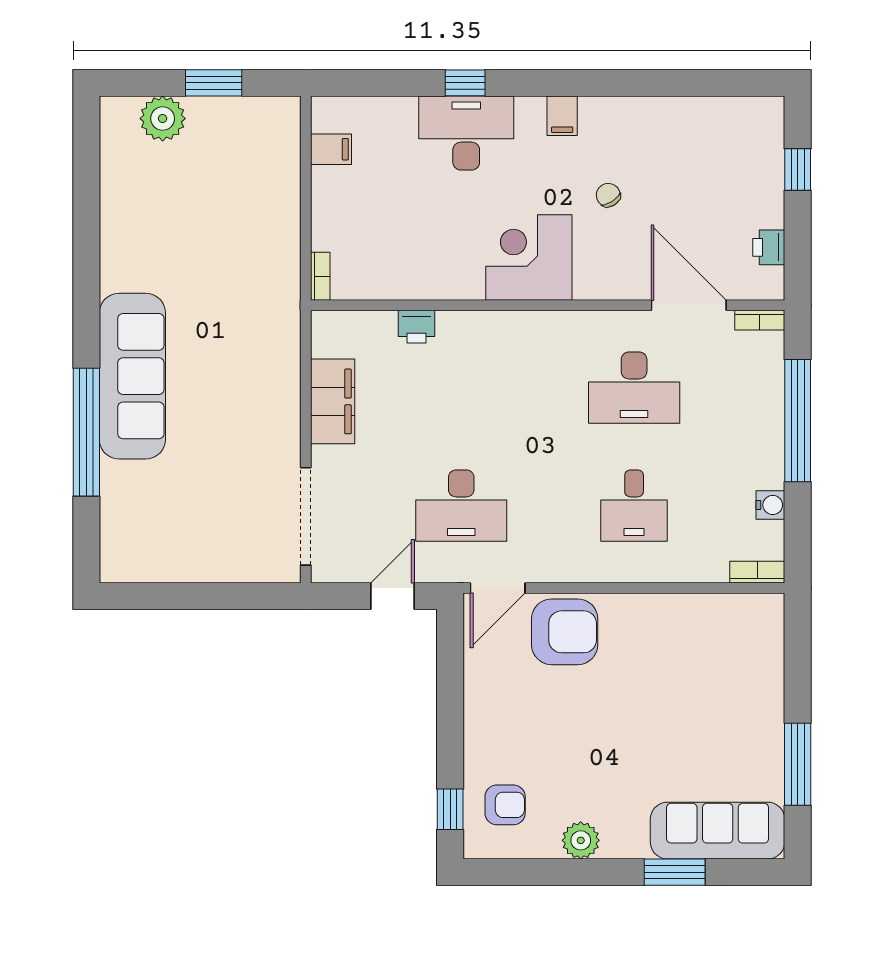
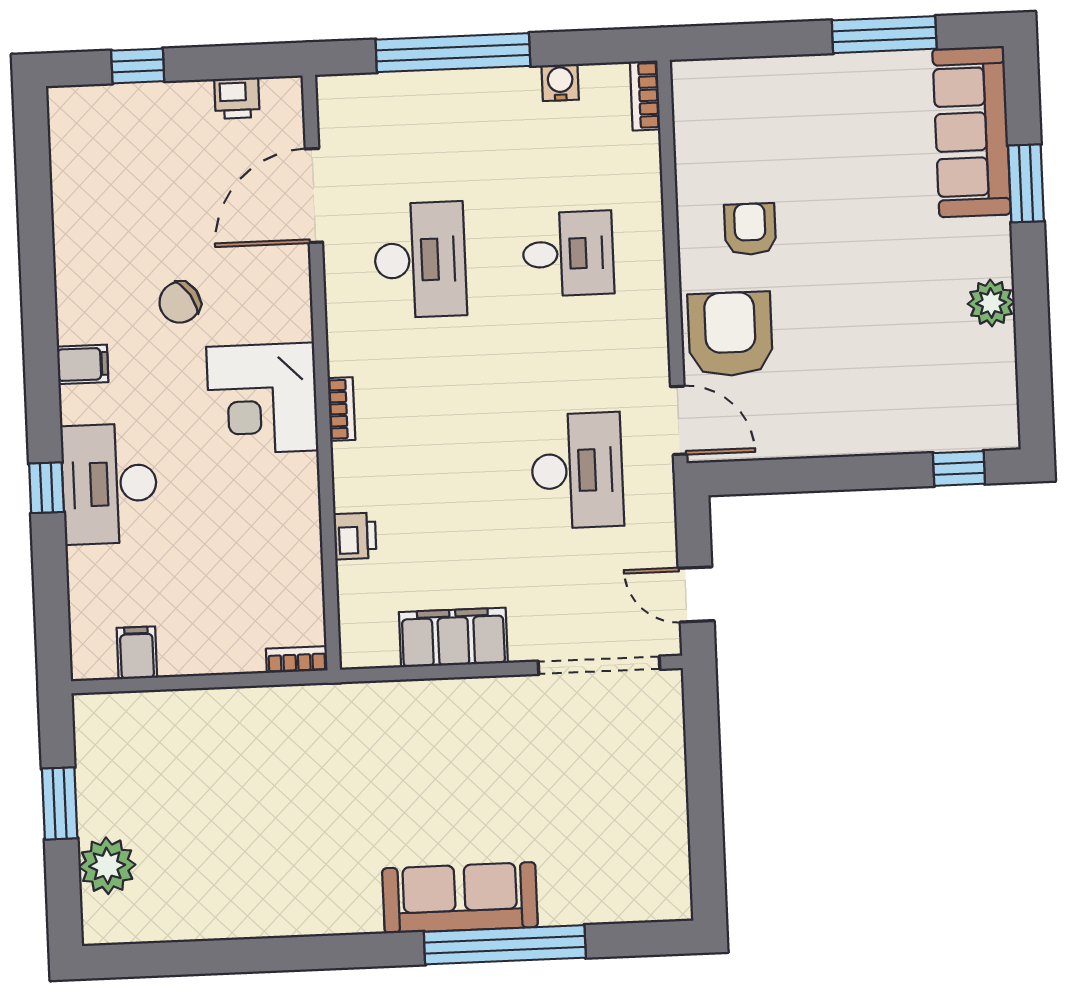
chair: (608, 195) -> (180, 302), width x1.37, depth x1.37
bookcase: (760, 320) -> (342, 409), moved
sofa: (132, 376) -> (460, 898), width x0.74, depth x0.79
door: (392, 596) -> (696, 594), moved
armchair: (505, 805) -> (750, 229), moved

